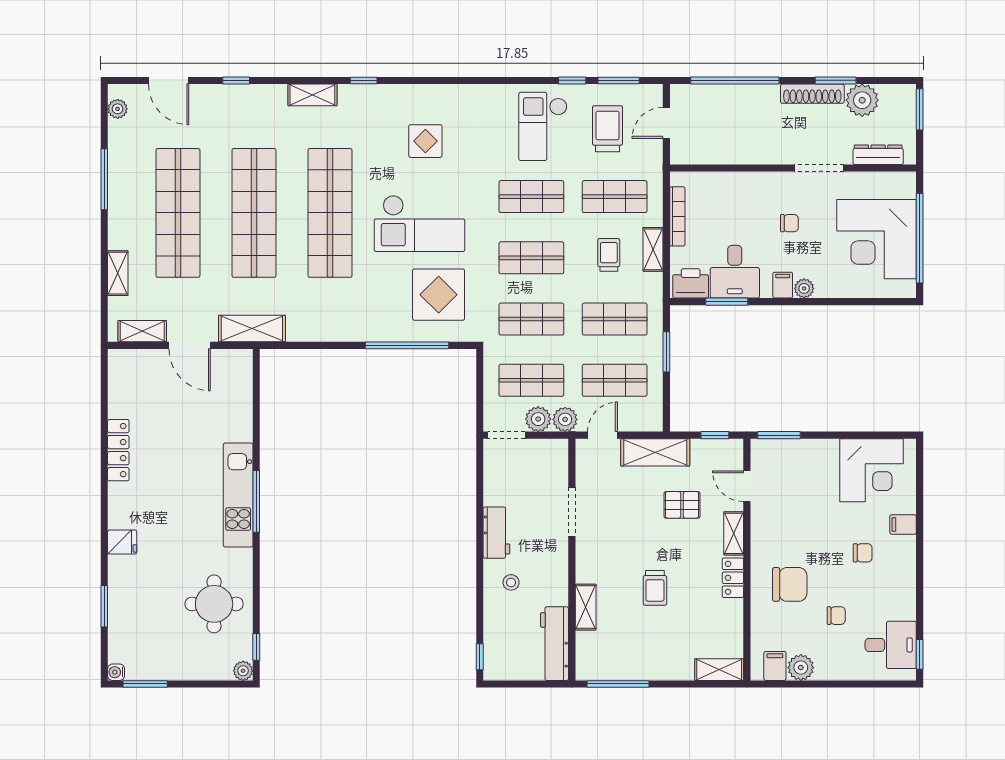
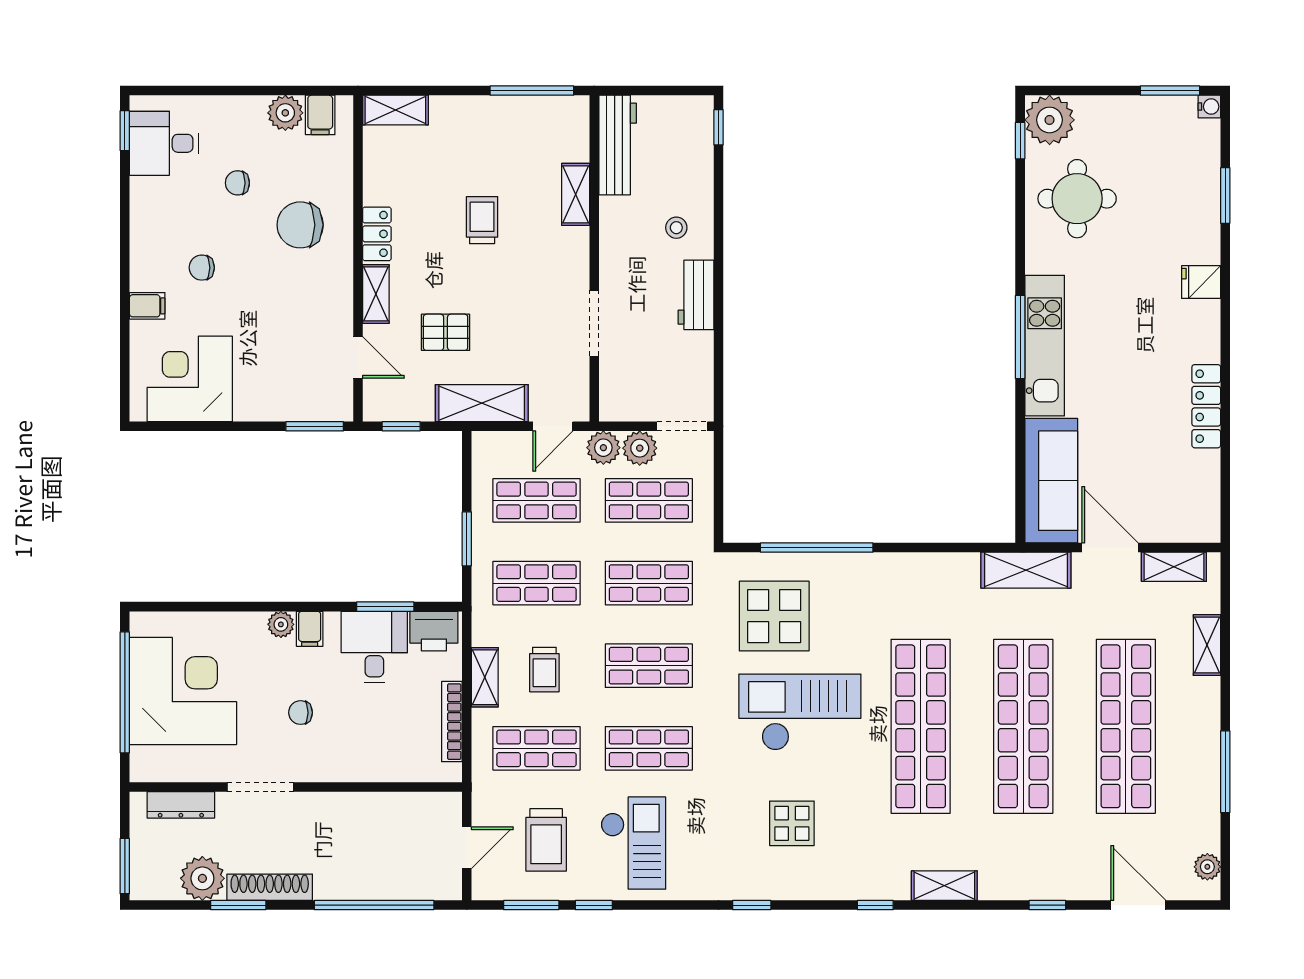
window: (455, 80) -> (752, 905), added
sofa: (233, 395) -> (1051, 481), added
plant: (243, 671) -> (1050, 120), width x1.87, depth x1.87

